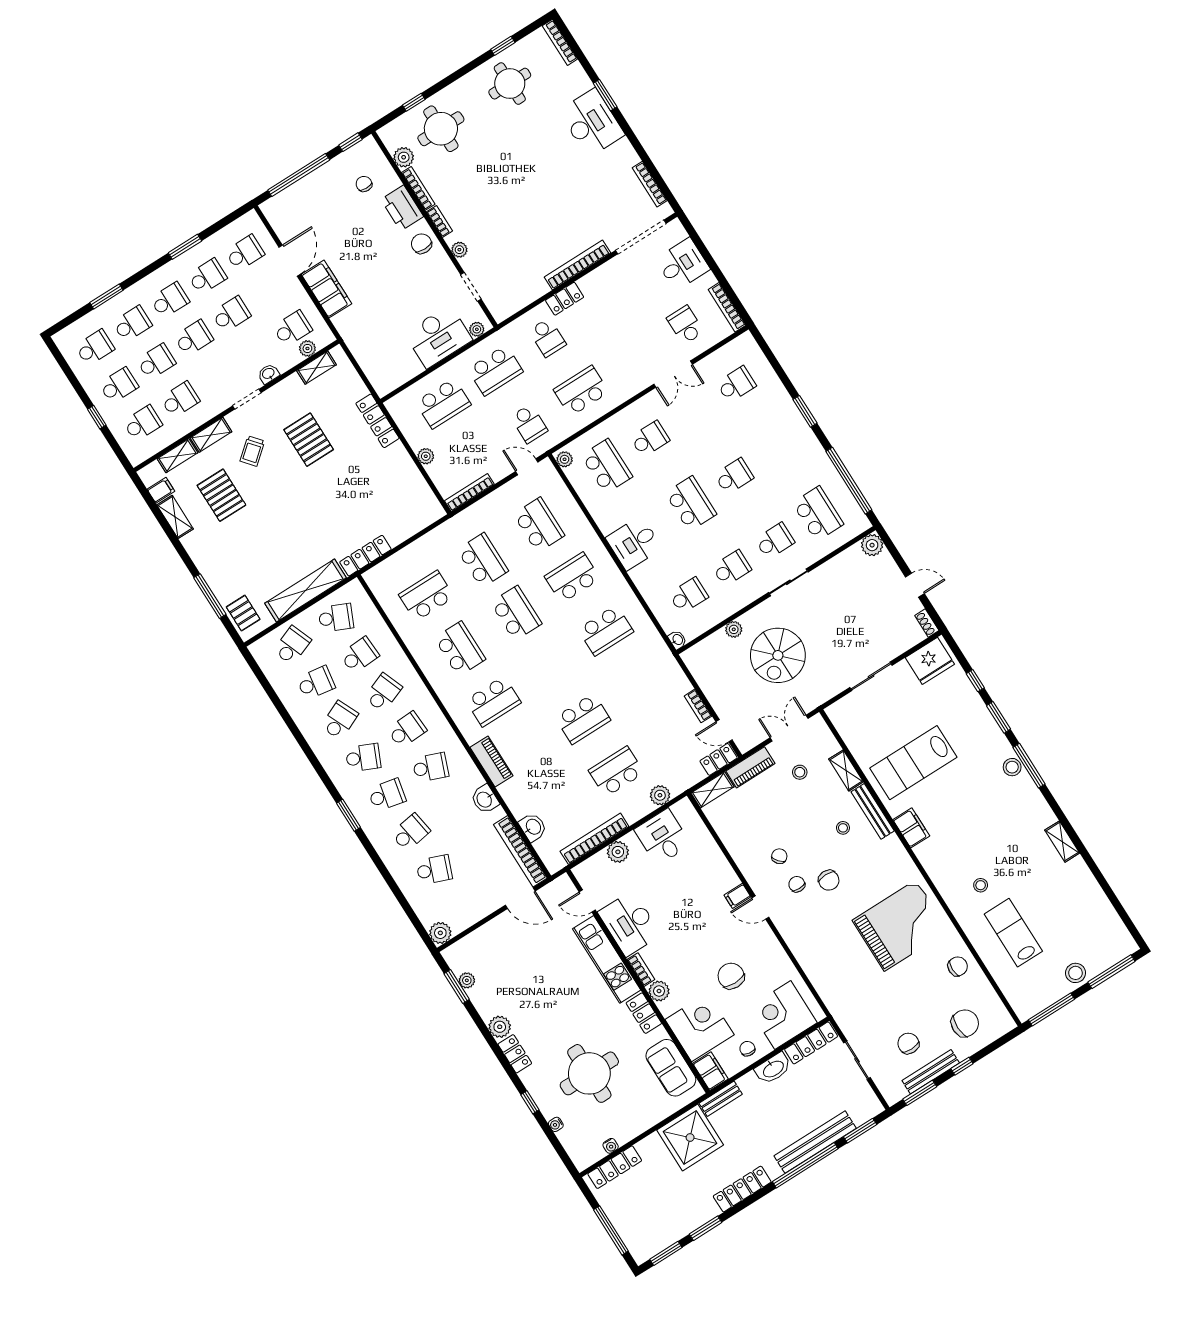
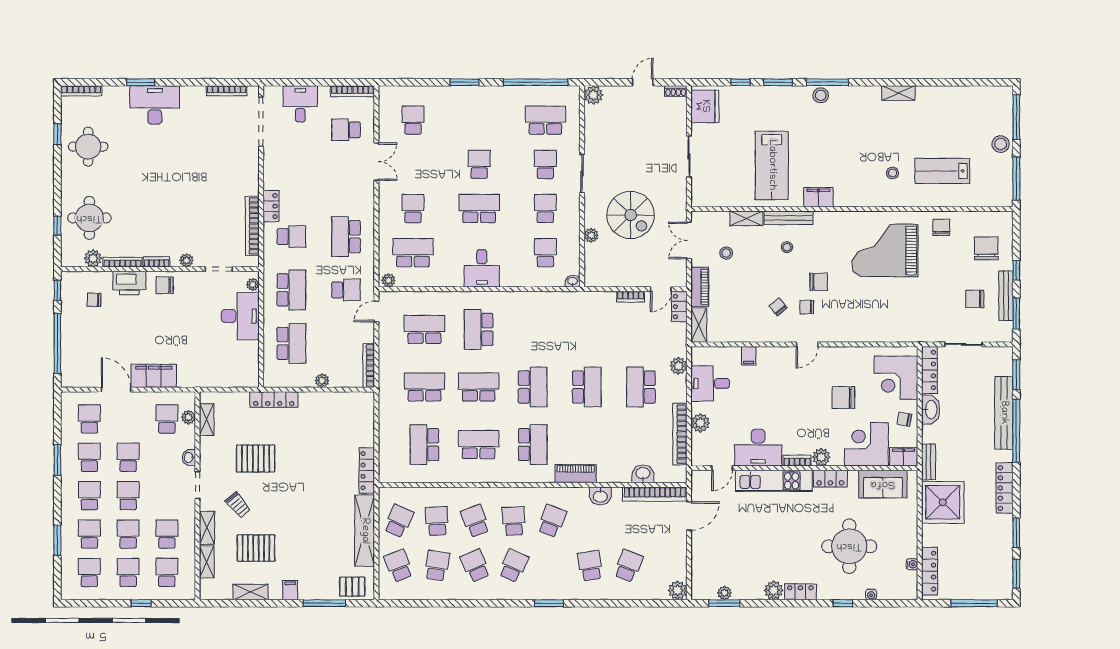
bookcase: (577, 265) -> (252, 226), moved
filing cabinet: (161, 490) -> (290, 590), moved
school desk: (606, 630) -> (533, 387), moved
school desk: (387, 795) -> (552, 566), removed
filing cabinet: (737, 896) -> (749, 356), moved
grand piano: (900, 926) -> (885, 250), turned -90

